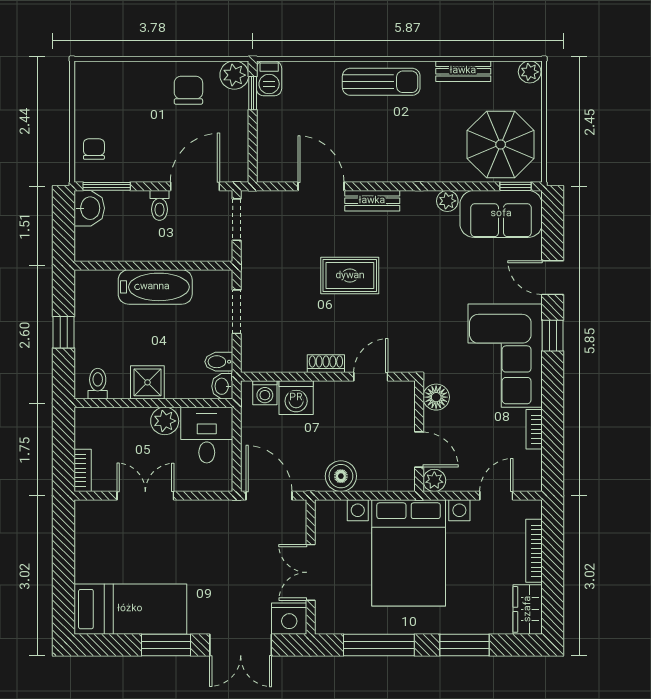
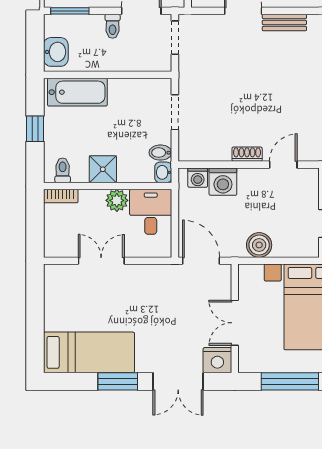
washbasin: (89, 208) -> (56, 52), moved
rug: (350, 276) -> (266, 83), removed
bathtub: (155, 287) -> (77, 92), moved
bookcase: (83, 470) -> (61, 196), moved, turned 90

